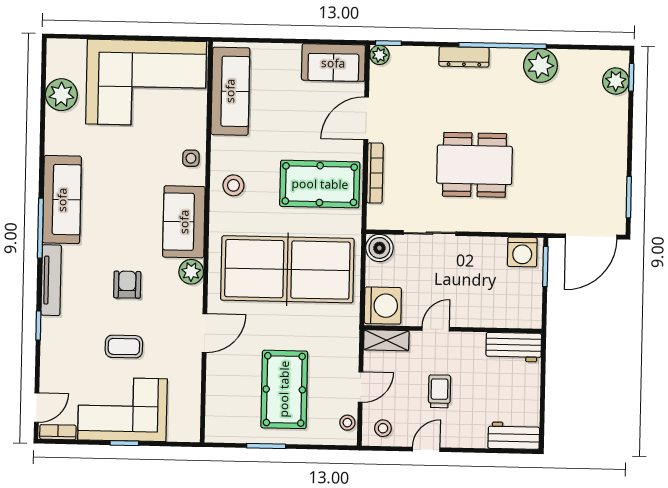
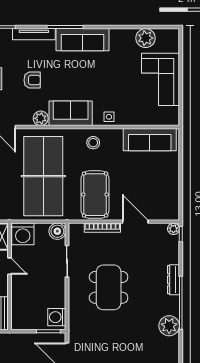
sofa: (333, 63) -> (168, 201), removed
corner sofa: (146, 83) -> (160, 79), width x0.73, depth x0.74

